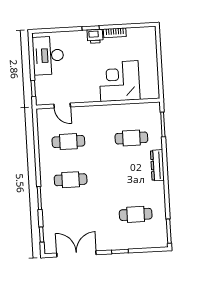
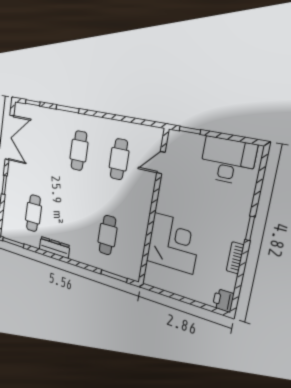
printer: (95, 36) -> (223, 300), moved
dresser: (157, 165) -> (54, 247), moved

